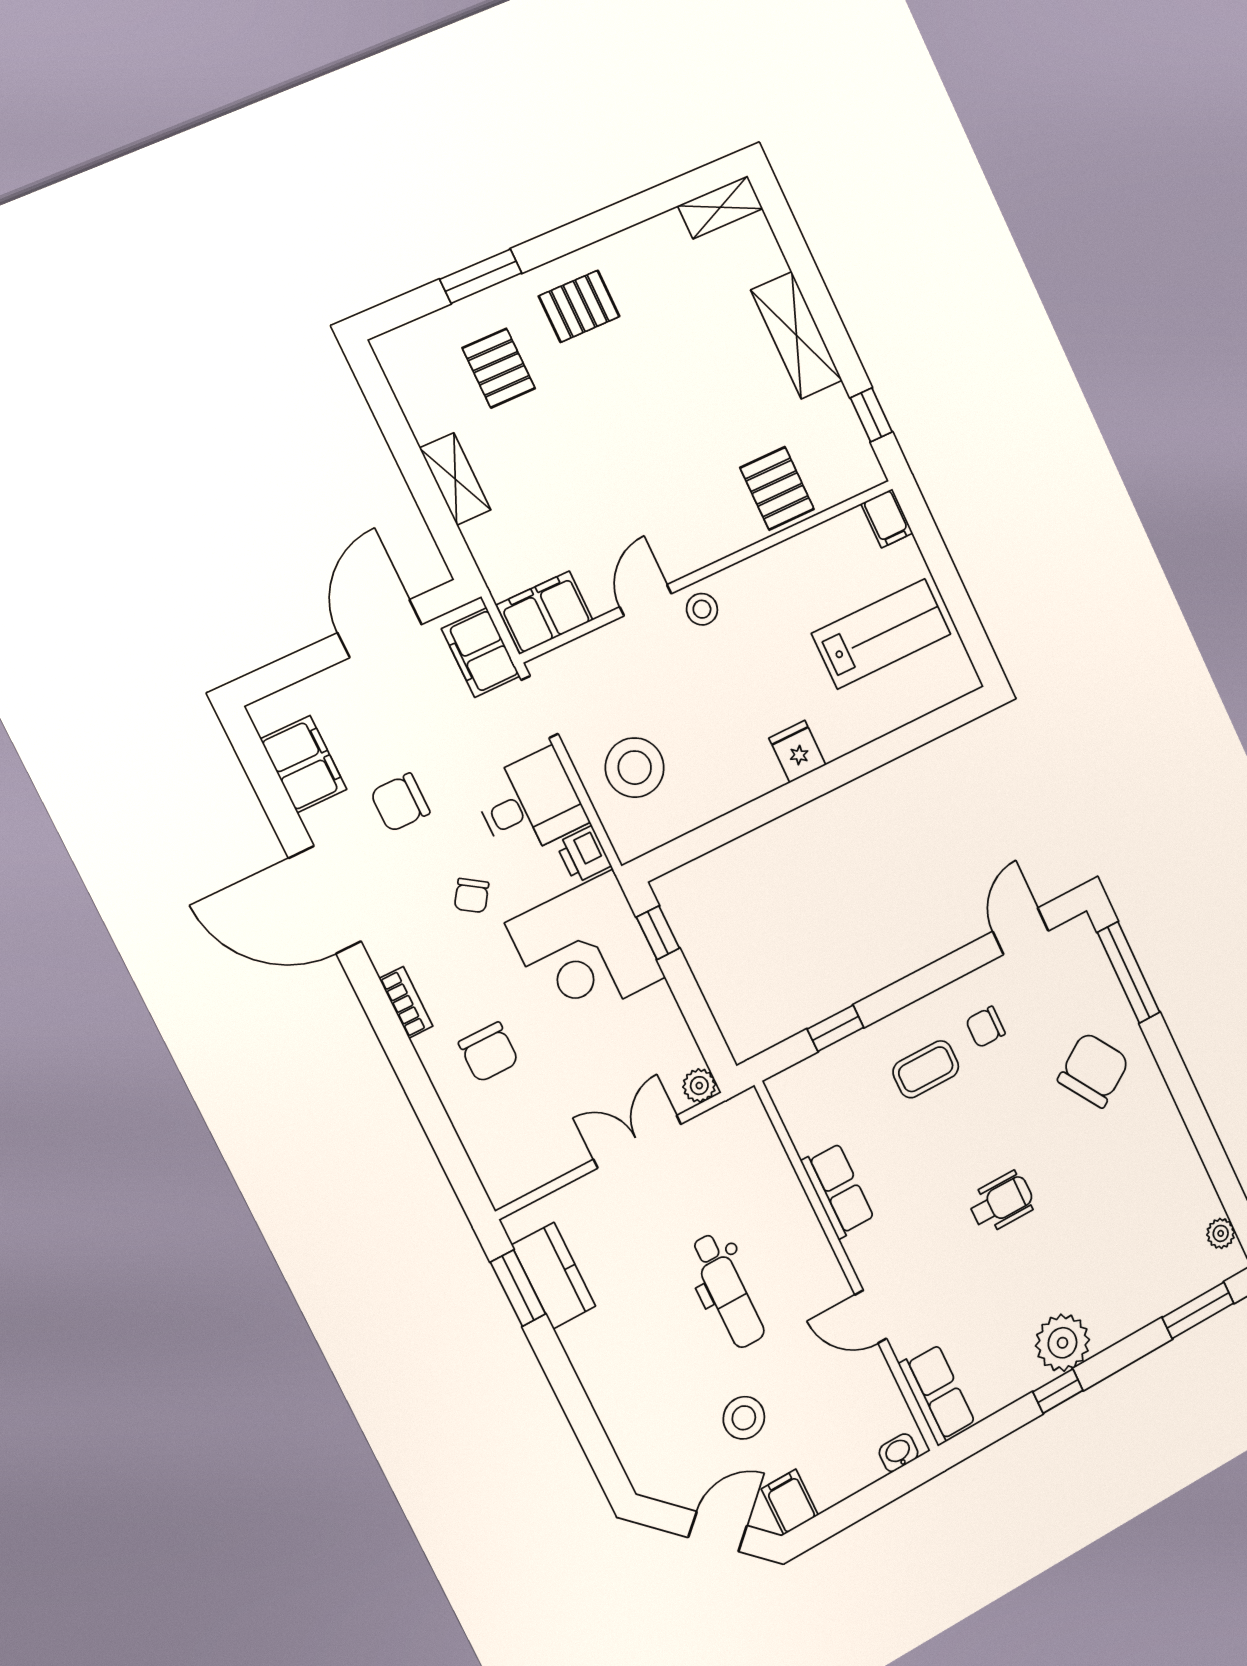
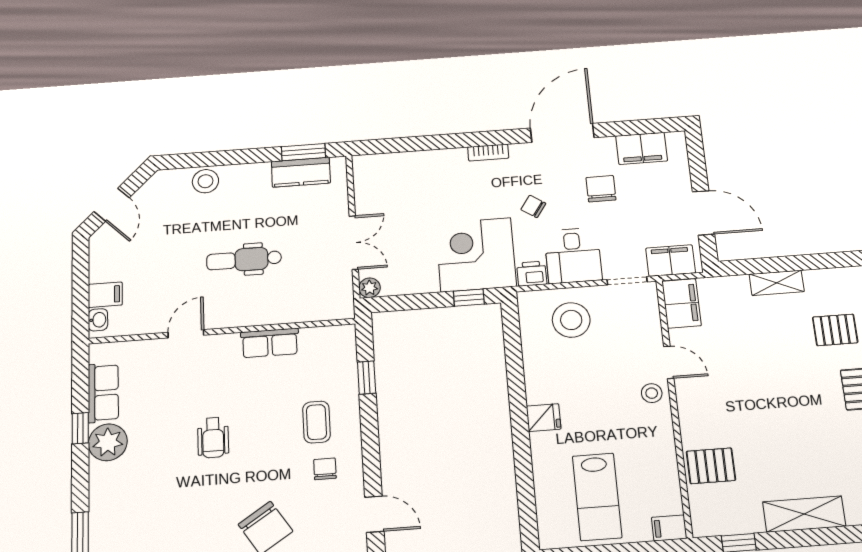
chair: (489, 1052) -> (441, 184), removed
row of seats: (937, 1394) -> (103, 393), moved, turned -90
stool: (744, 1418) -> (205, 181), moved
filing cabinet: (790, 1502) -> (105, 295), moved

